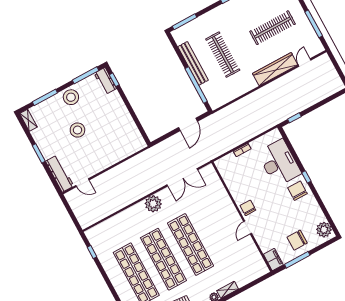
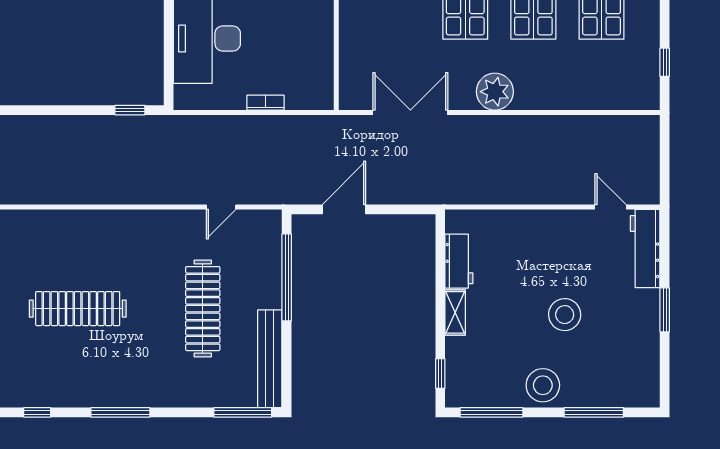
bench: (193, 63) -> (270, 359), moved
door: (305, 63) -> (221, 207), moved
wardrobe: (275, 69) -> (116, 225), removed
workbench: (105, 81) -> (459, 261), moved
shelving: (28, 120) -> (455, 312), moved

